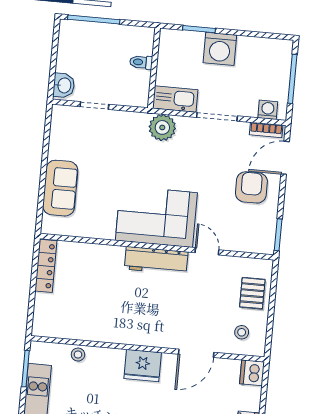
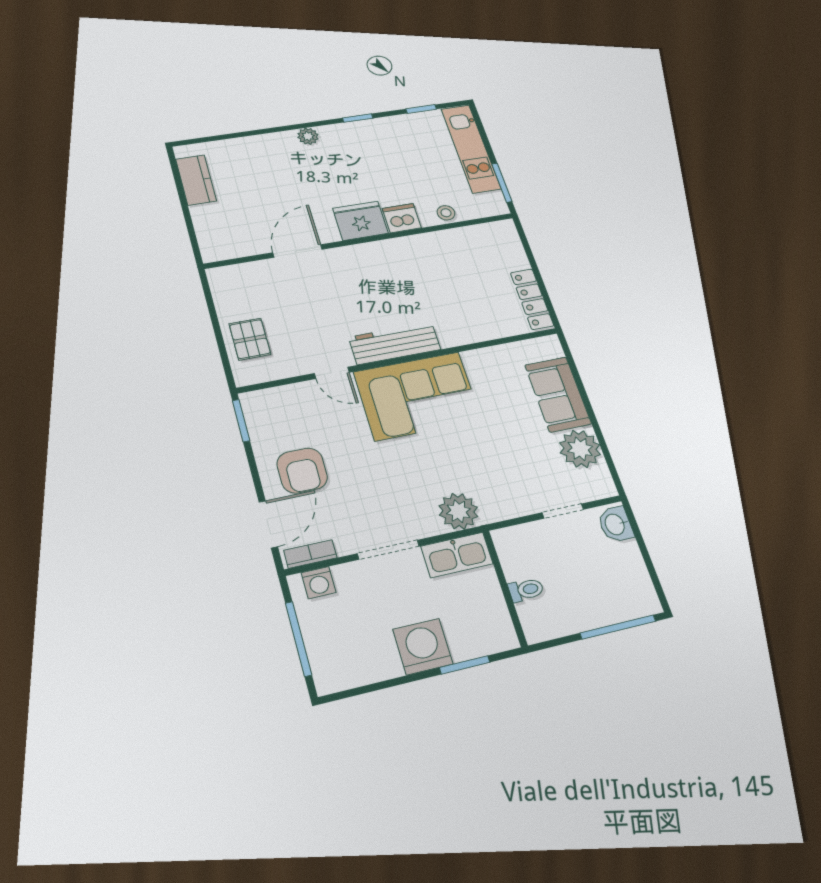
plant: (63, 144) -> (580, 449), added
stool: (242, 332) -> (247, 290), removed
dishwasher: (252, 373) -> (402, 218), moved, turned -90

